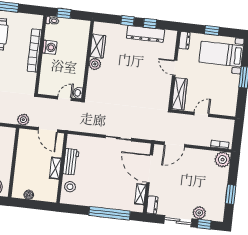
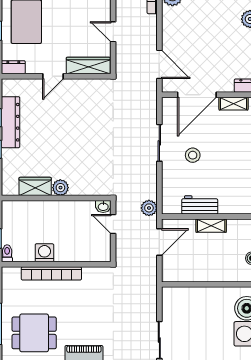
plant: (23, 120) -> (149, 208), moved
stool: (70, 187) -> (193, 155), moved

